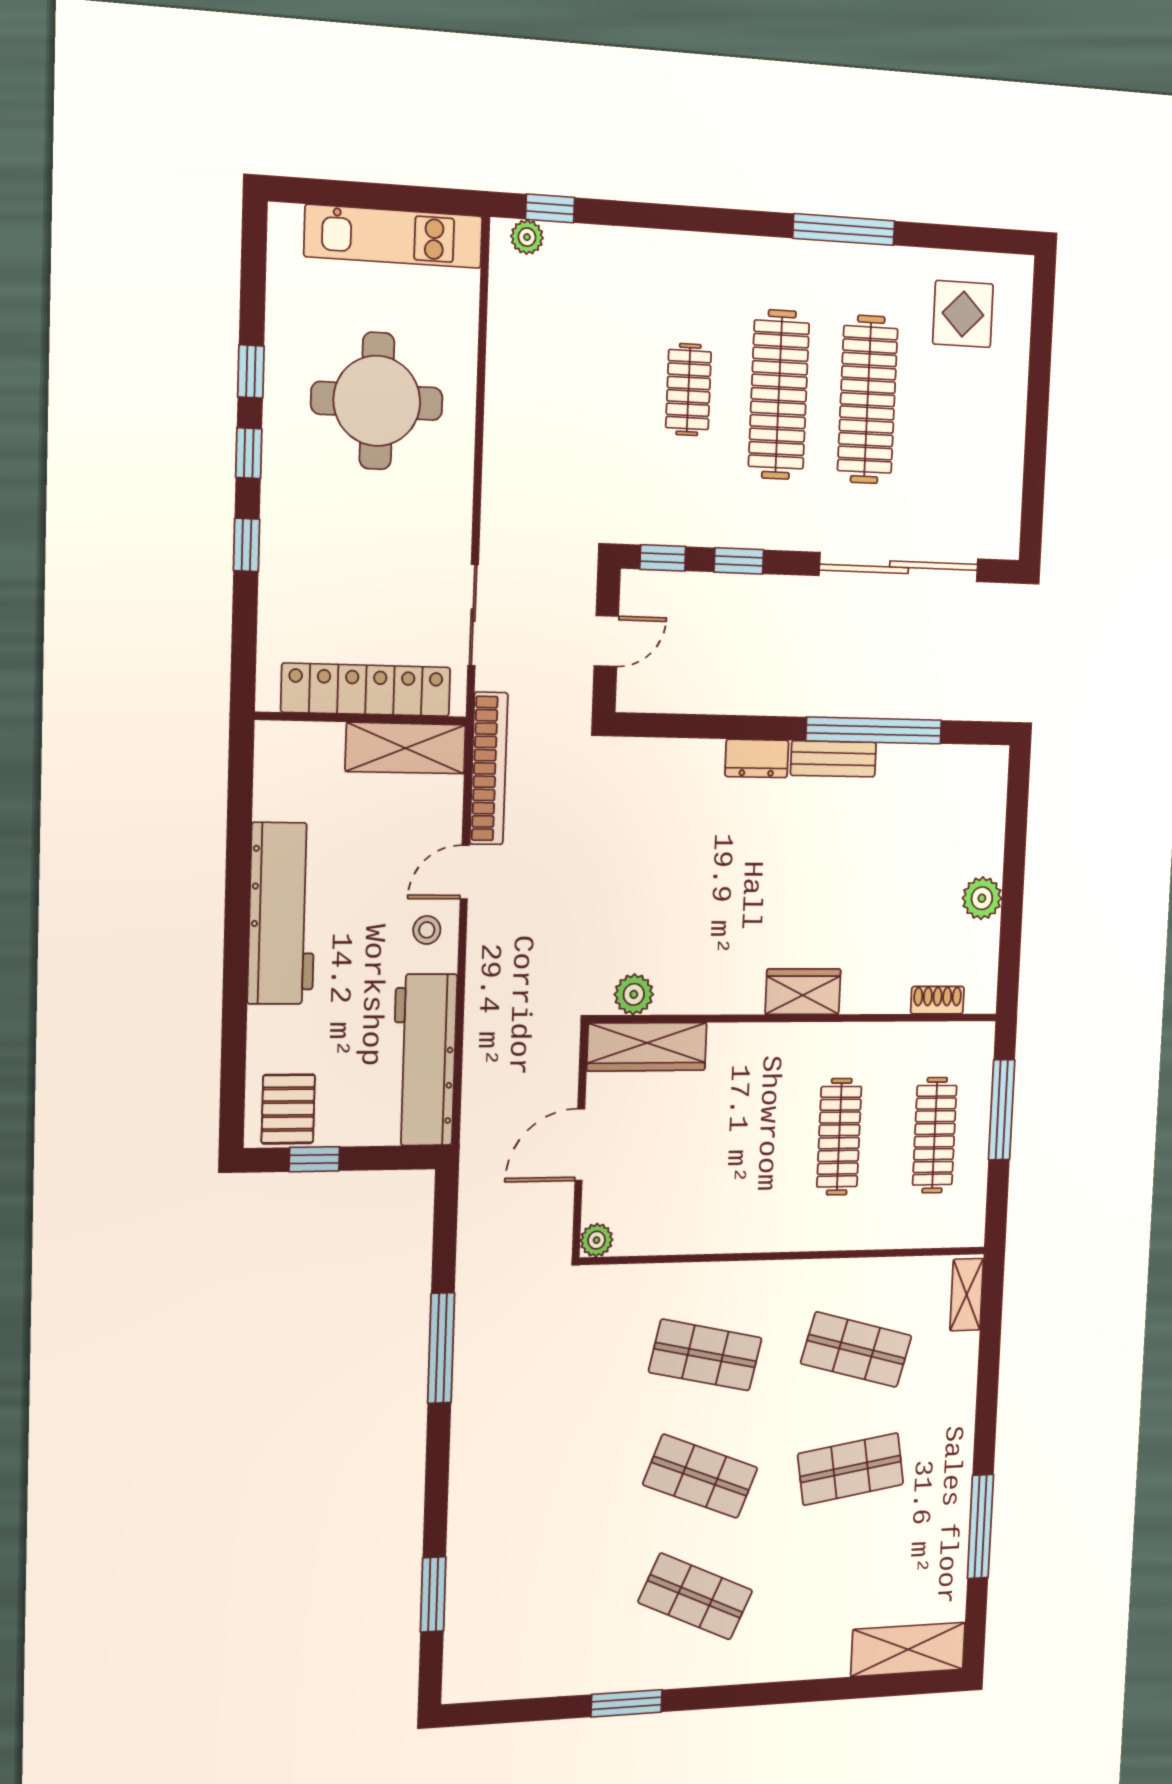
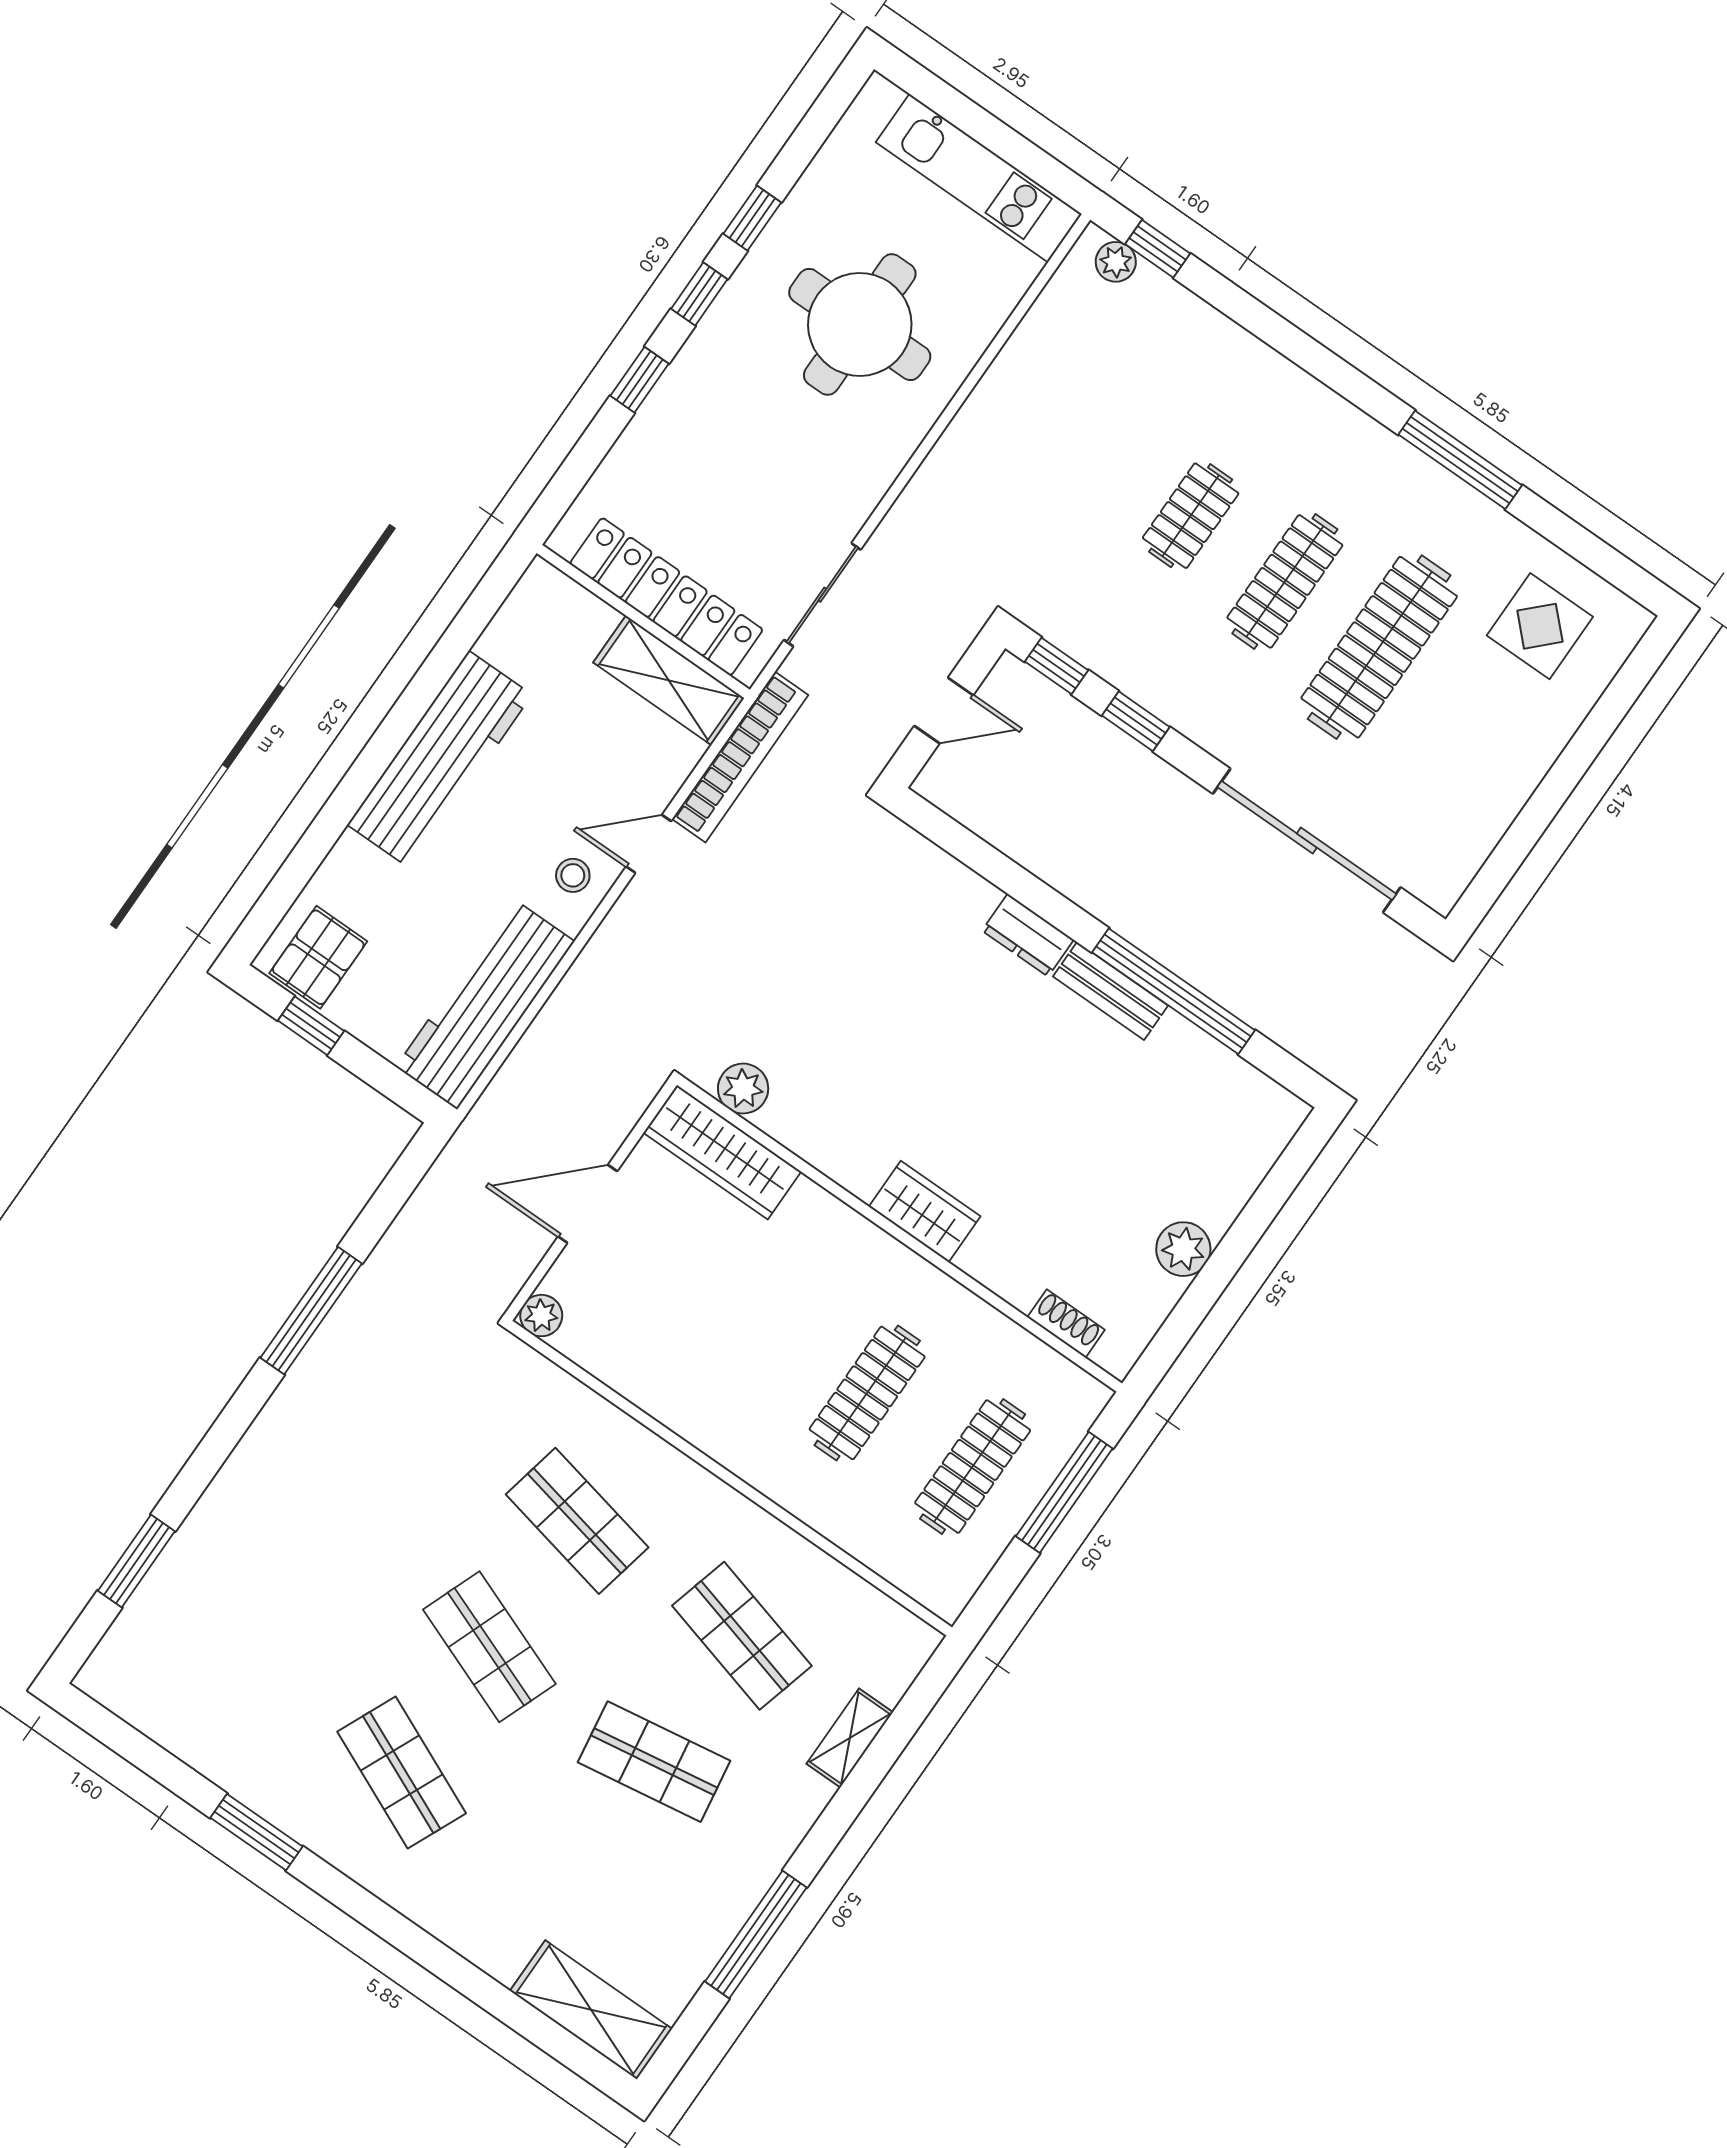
clothes rail: (779, 395) -> (1285, 581), width x0.73, depth x0.76
shelving: (967, 1295) -> (850, 1738), moved

